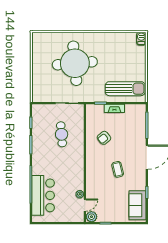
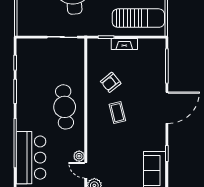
cafe table: (62, 134) -> (65, 107), moved, width x1.37, depth x1.35
coffee table: (118, 169) -> (117, 113), moved
door: (85, 205) -> (86, 170), swing flipped

